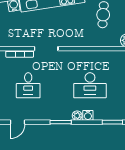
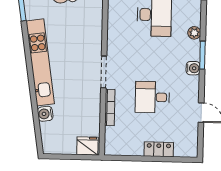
desk: (28, 85) -> (152, 97), turned 180
water cooler: (88, 115) -> (193, 68), moved

